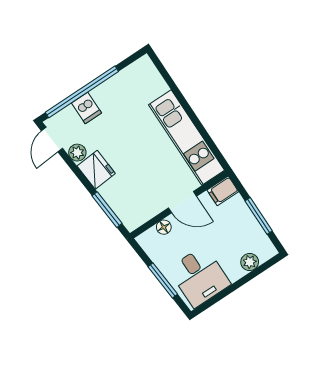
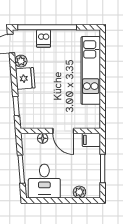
kitchen unit: (186, 138) -> (91, 70), moved
window: (107, 210) -> (16, 106), width x0.67

